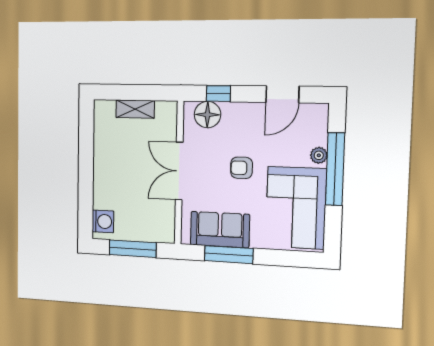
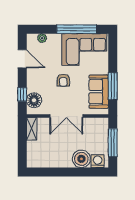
shelving: (135, 109) -> (32, 129), moved
plant: (319, 155) -> (42, 38), moved
window: (335, 169) -> (77, 29), moved
boiler: (107, 194) -> (81, 159), added

